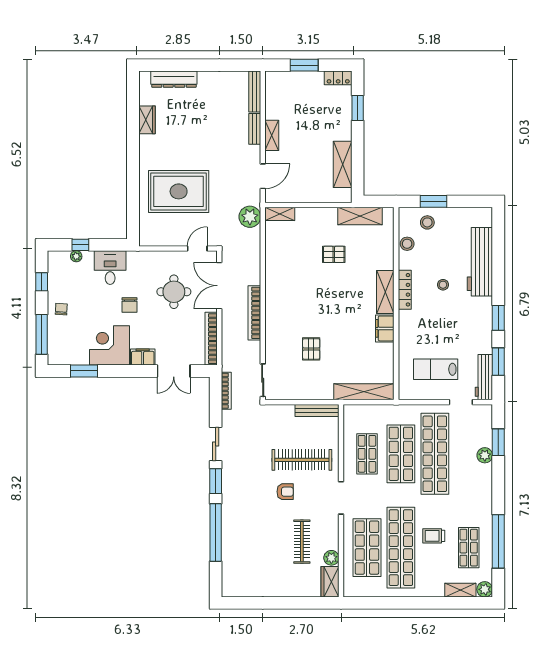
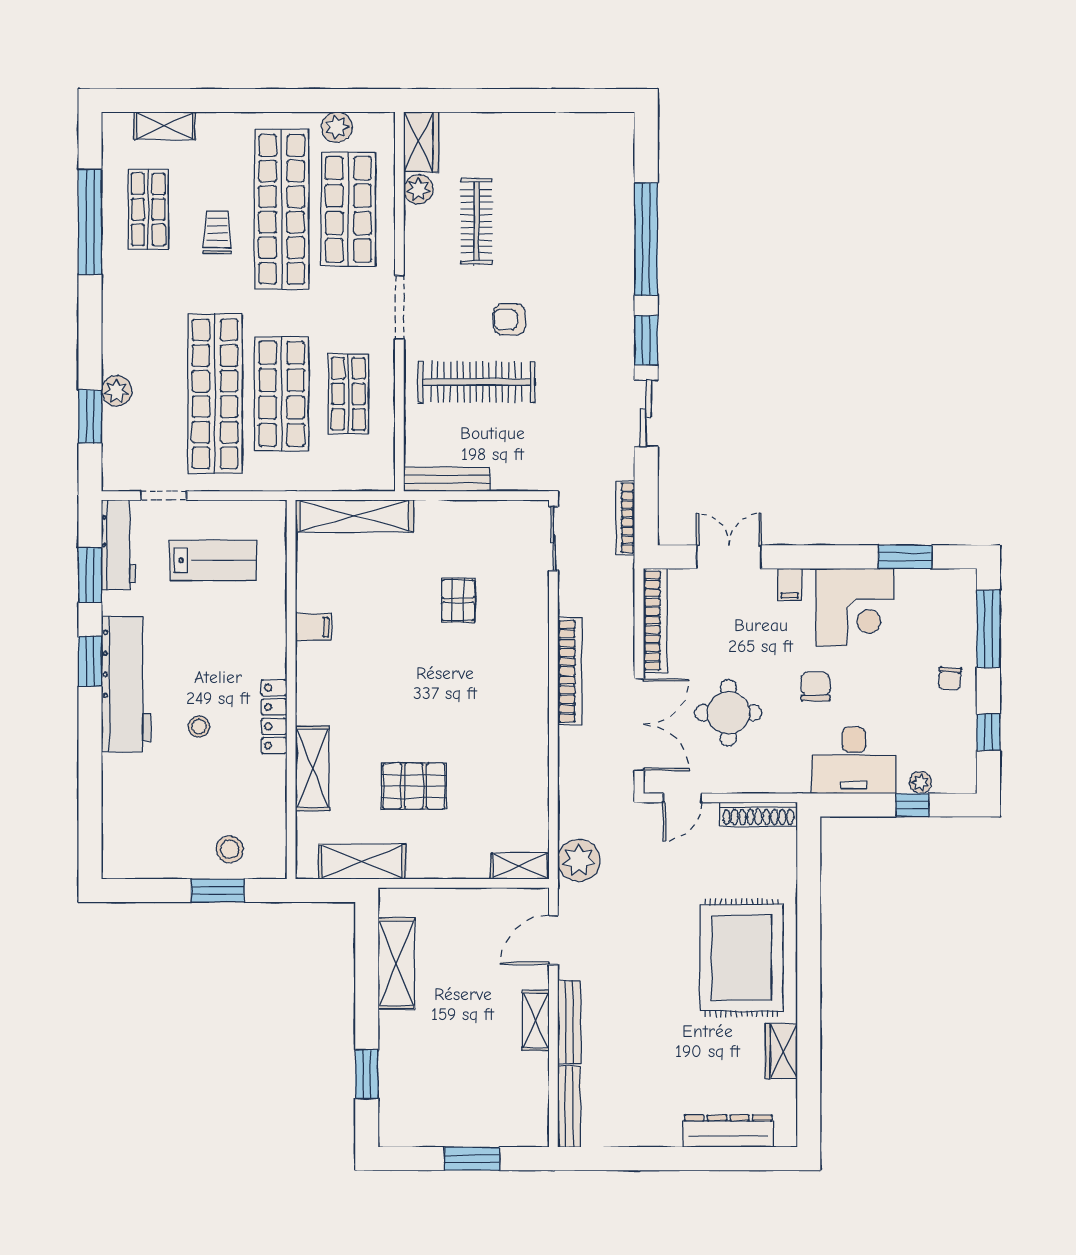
locker: (338, 78) -> (405, 1134), removed
bench: (255, 129) -> (569, 1022), width x1.36
rug: (179, 191) -> (741, 958), moved, turned 90
shoe rack: (159, 240) -> (758, 814), added
stool: (407, 244) -> (269, 807), removed
pallet: (334, 254) -> (414, 786), width x1.50, depth x1.42
workbench: (480, 262) -> (126, 684), moved
desk: (110, 268) -> (854, 760), width x1.37
shelving: (385, 292) -> (312, 768), moved
filing cabinet: (385, 328) -> (313, 627), width x0.50
filing cabinet: (143, 357) -> (790, 584), width x0.50
trolley: (434, 536) -> (217, 232), turned -90
plant: (485, 589) -> (337, 127), moved

